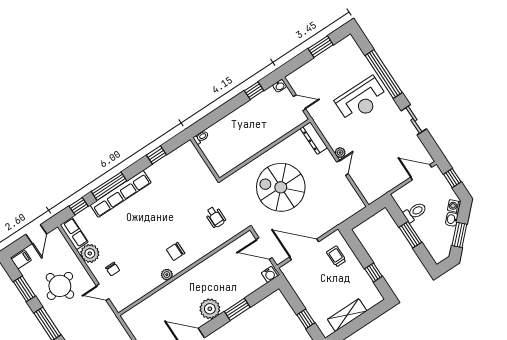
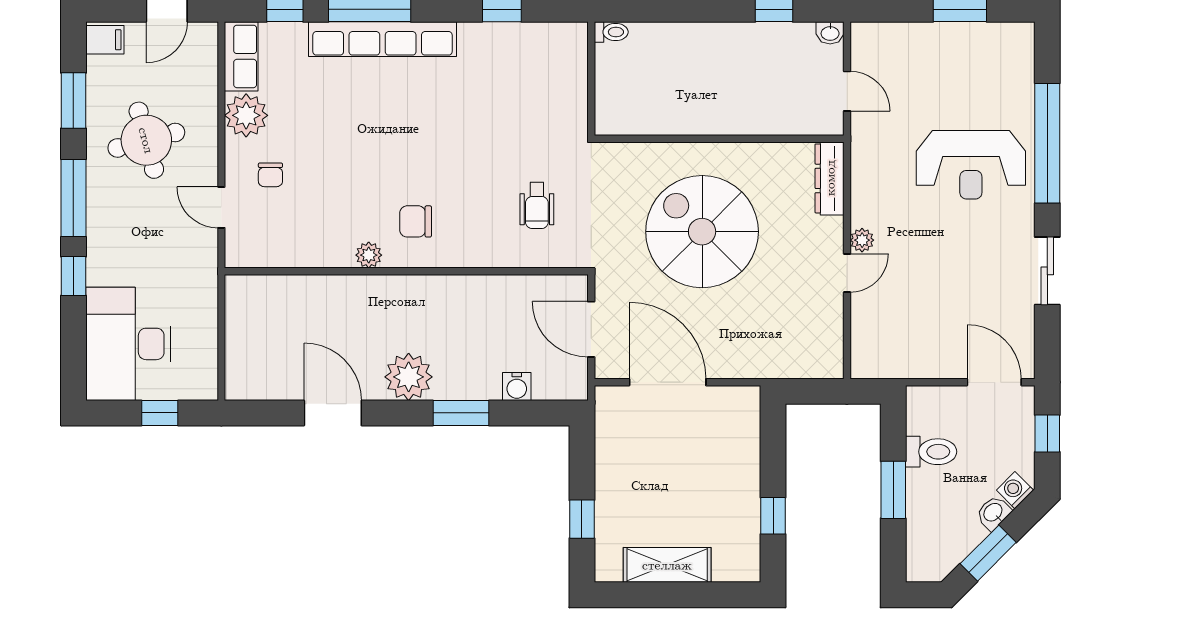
trolley: (336, 256) -> (721, 437), removed
water cooler: (270, 274) -> (517, 386), moved

